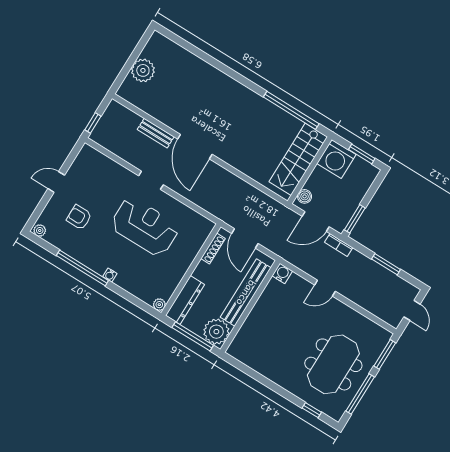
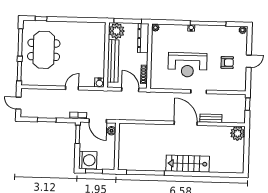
plant: (143, 70) -> (238, 133), moved
stairs: (298, 159) -> (188, 164), moved, turned -90
washing machine: (336, 159) -> (88, 160), moved, turned 90
armchair: (79, 217) -> (227, 63), moved
door: (316, 221) -> (98, 121), swing flipped

